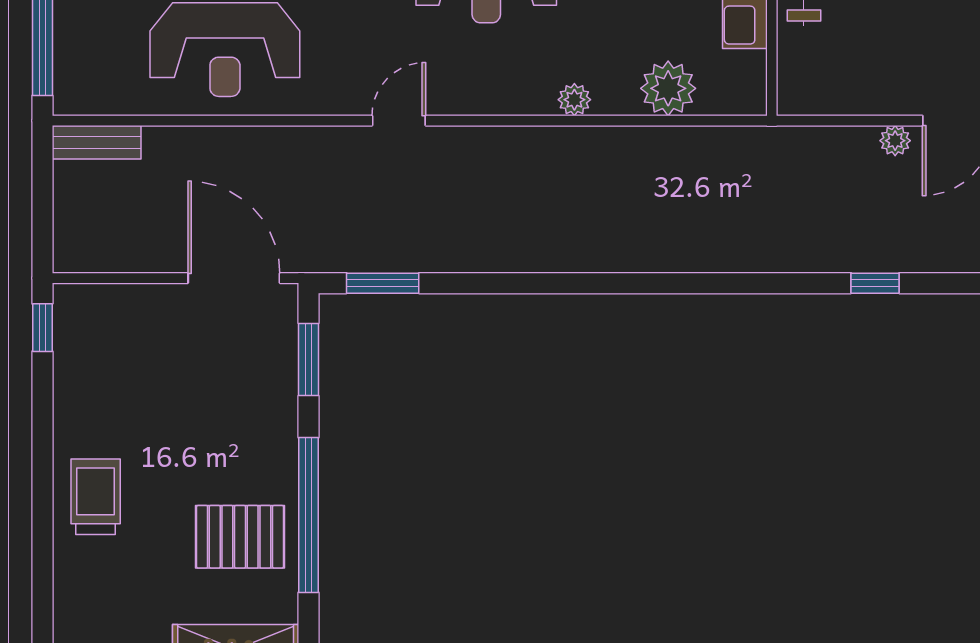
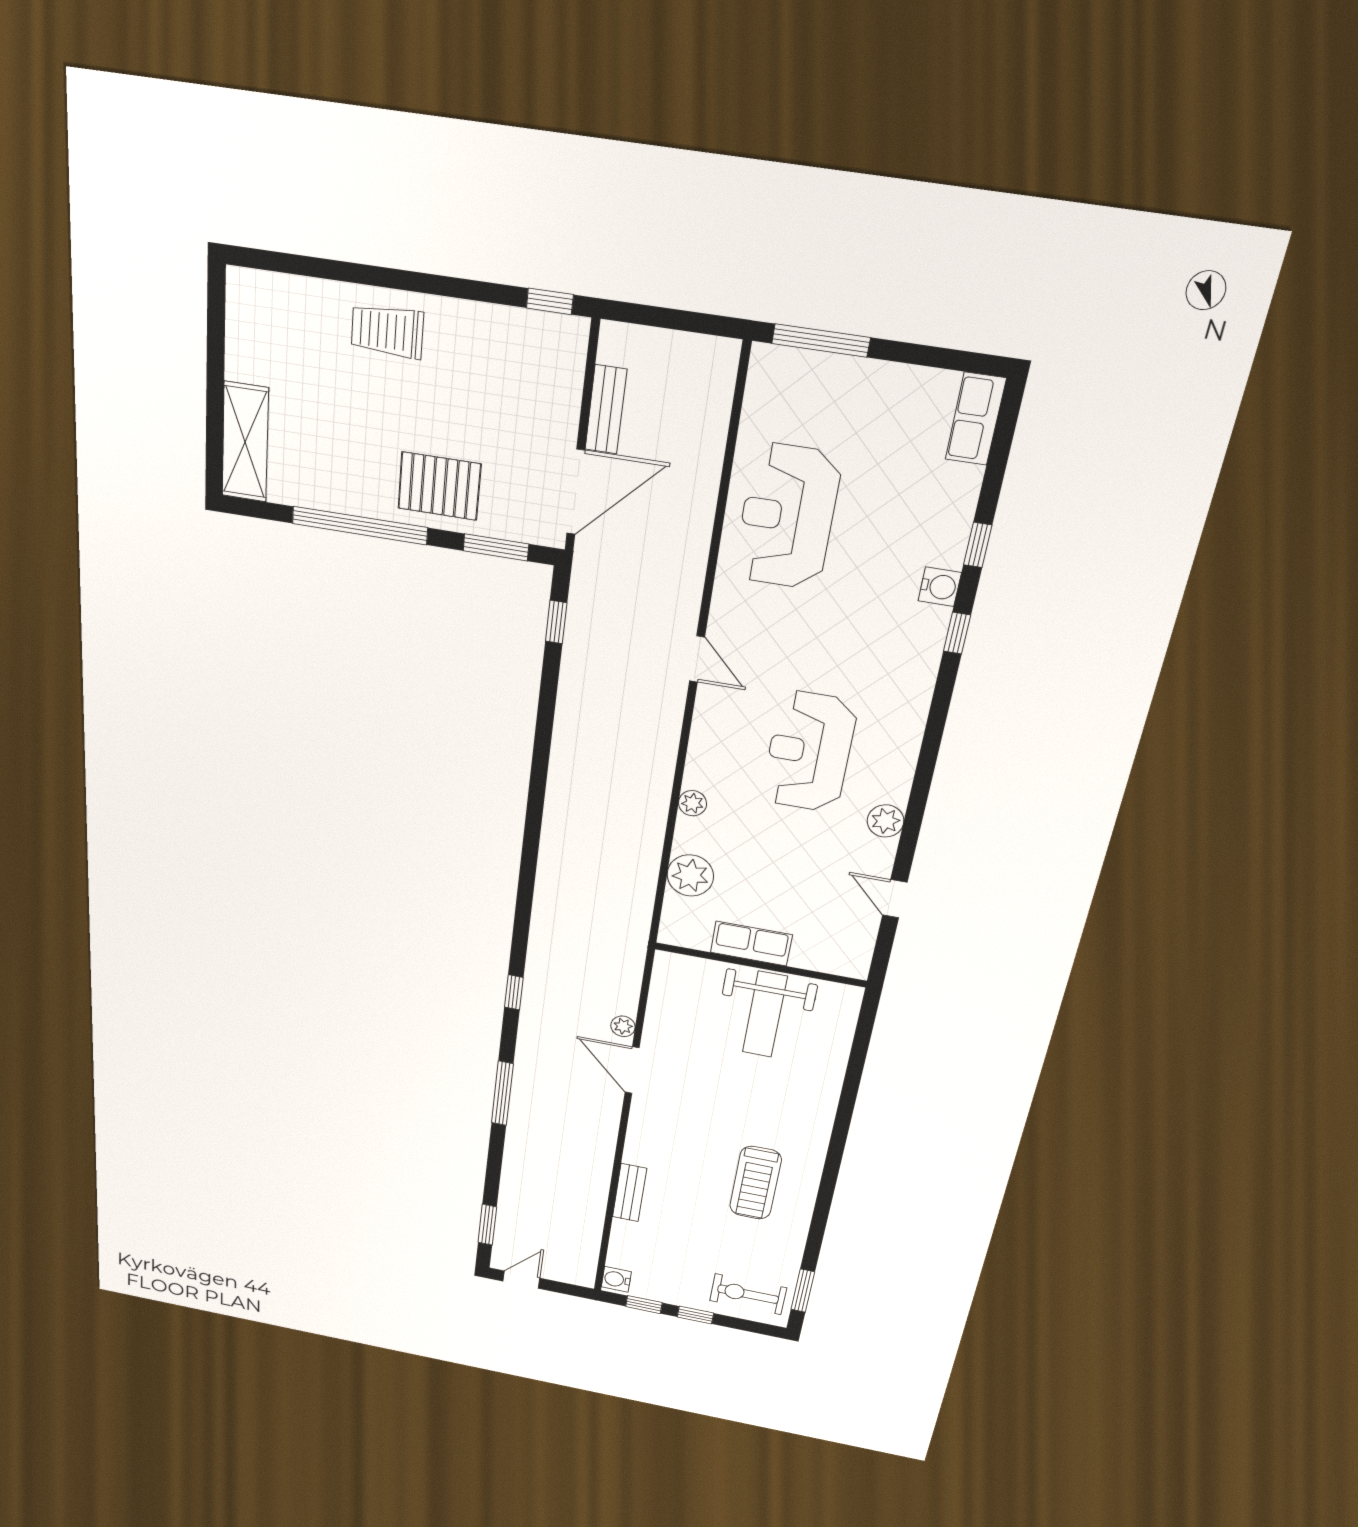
bench: (97, 142) -> (606, 410), moved
window: (383, 283) -> (556, 622), width x0.67
trolley: (96, 497) -> (387, 331), turned 180
pallet: (240, 537) -> (439, 486), moved, turned 90

